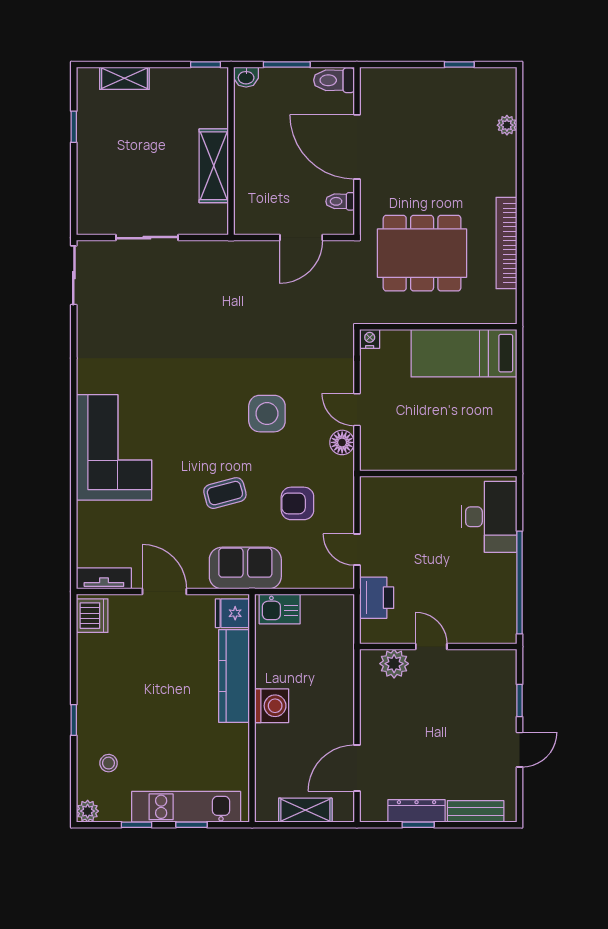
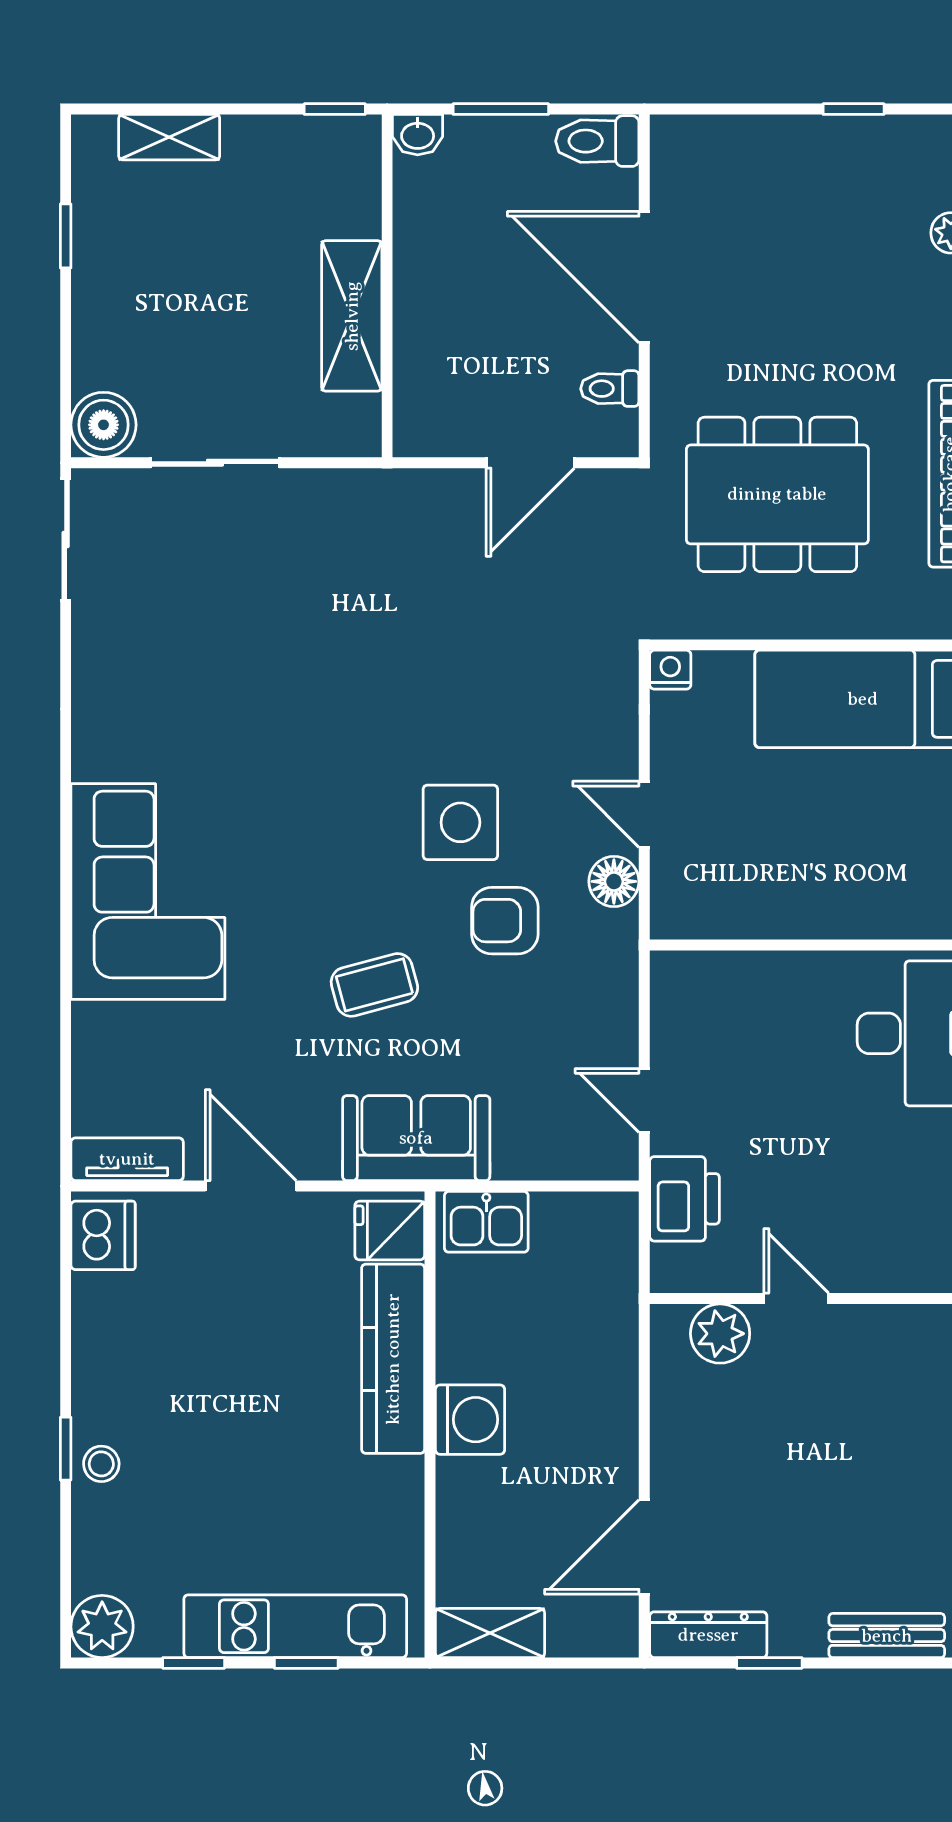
boiler: (92, 219) -> (104, 425), added
armchair: (297, 503) -> (505, 921), moved
stool: (109, 763) -> (101, 1464), moved
shelving: (305, 810) -> (490, 1633), moved
plant: (88, 811) -> (102, 1626), width x1.38, depth x1.38
dresser: (417, 811) -> (708, 1635), moved

